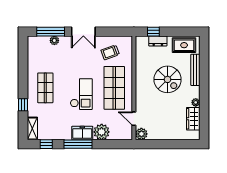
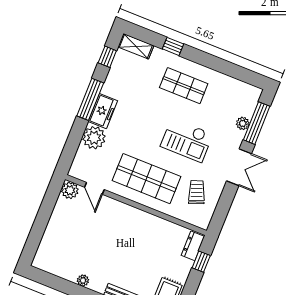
double door: (83, 32) -> (239, 167), swing flipped
dresser: (158, 41) -> (193, 246), moved
spiral stairs: (168, 79) -> (129, 255), removed
checkout: (81, 94) -> (187, 140), moved
door: (134, 119) -> (94, 188), swing flipped
wardrobe: (193, 119) -> (62, 268), removed

